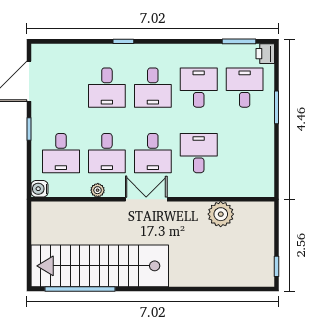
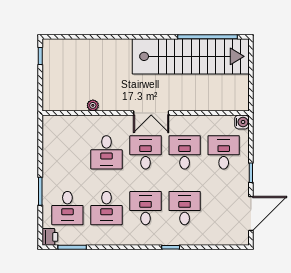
plant: (98, 190) -> (193, 121), removed
plant: (221, 214) -> (93, 105), width x0.53, depth x0.53

